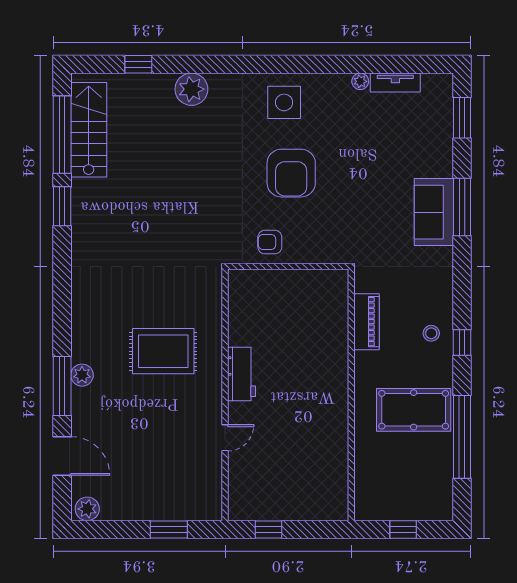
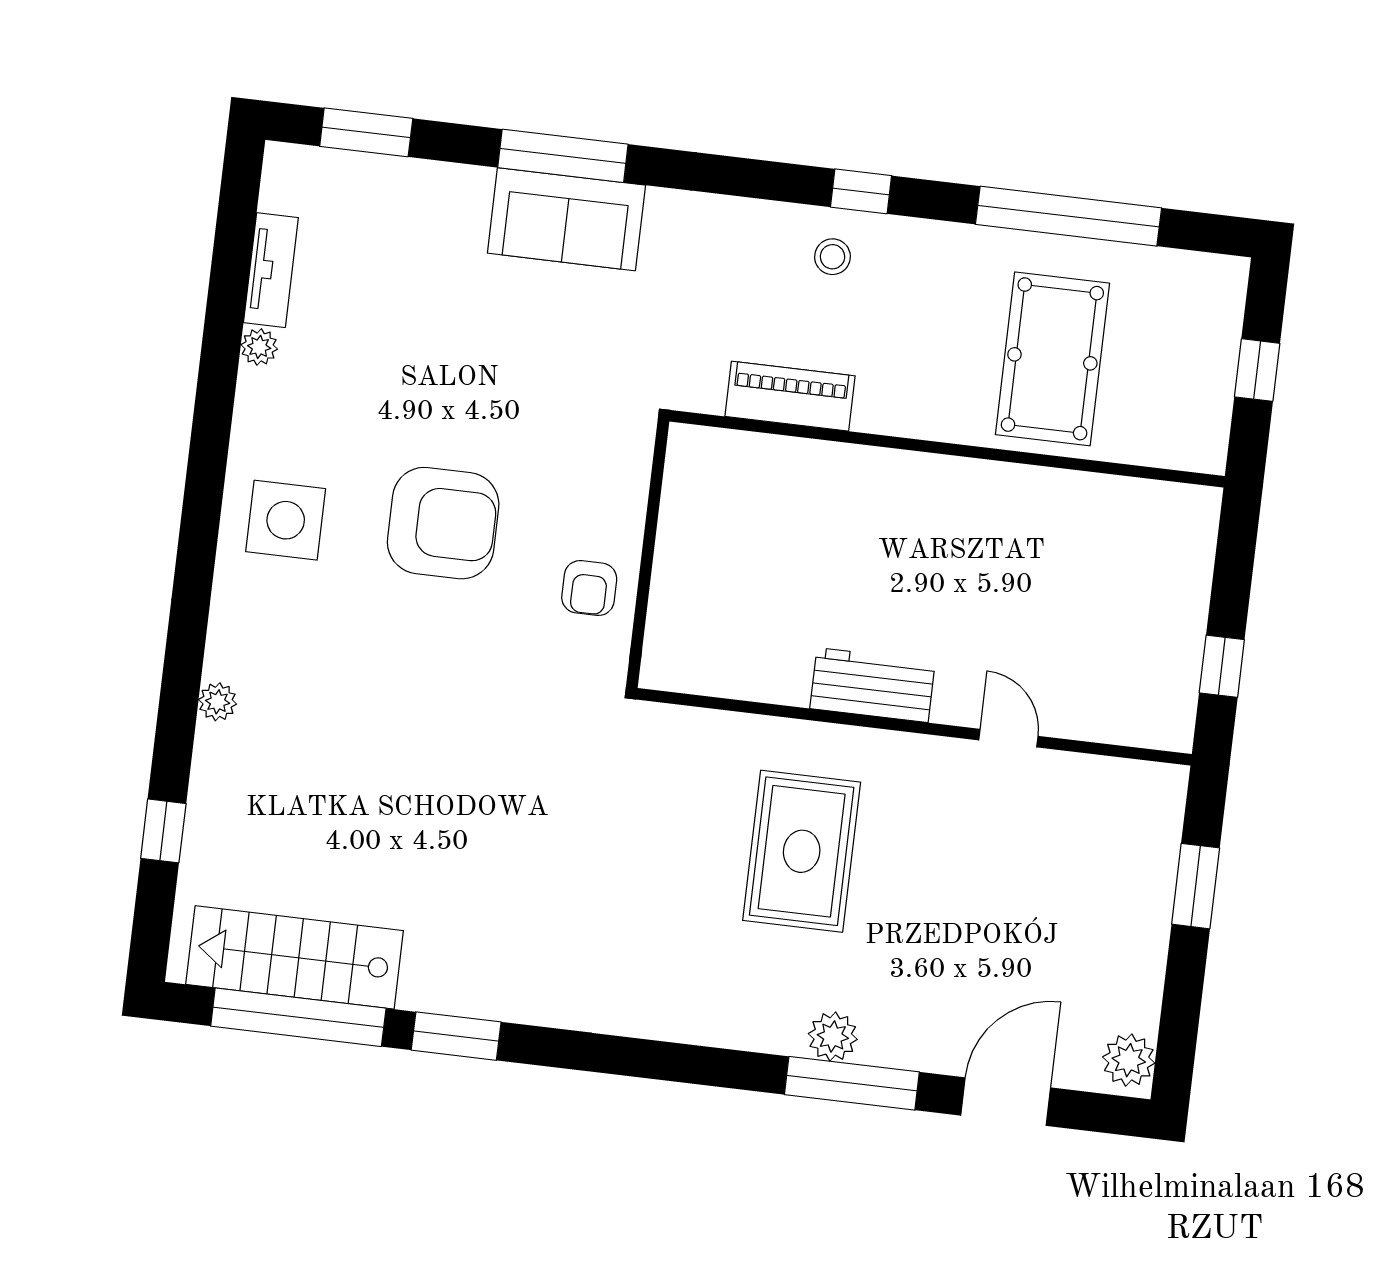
plant: (191, 89) -> (218, 702), width x0.53, depth x0.53
pool table: (414, 410) -> (1052, 359), moved

